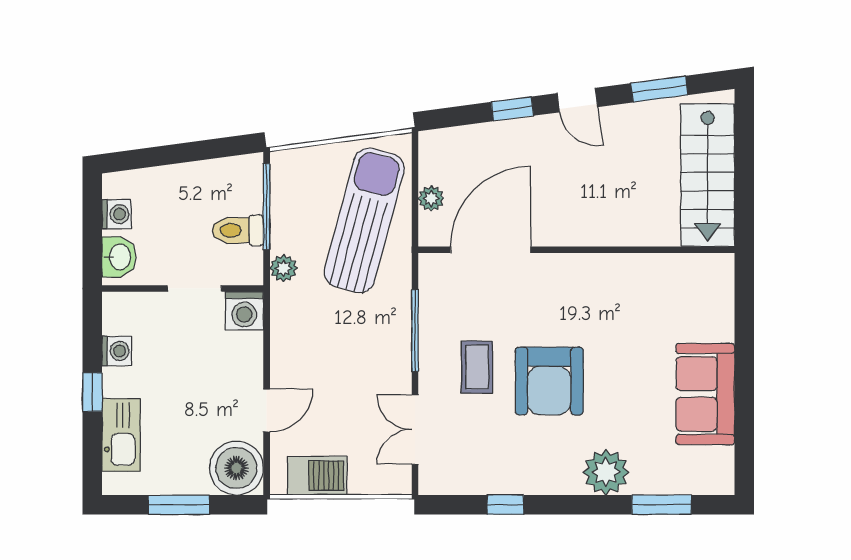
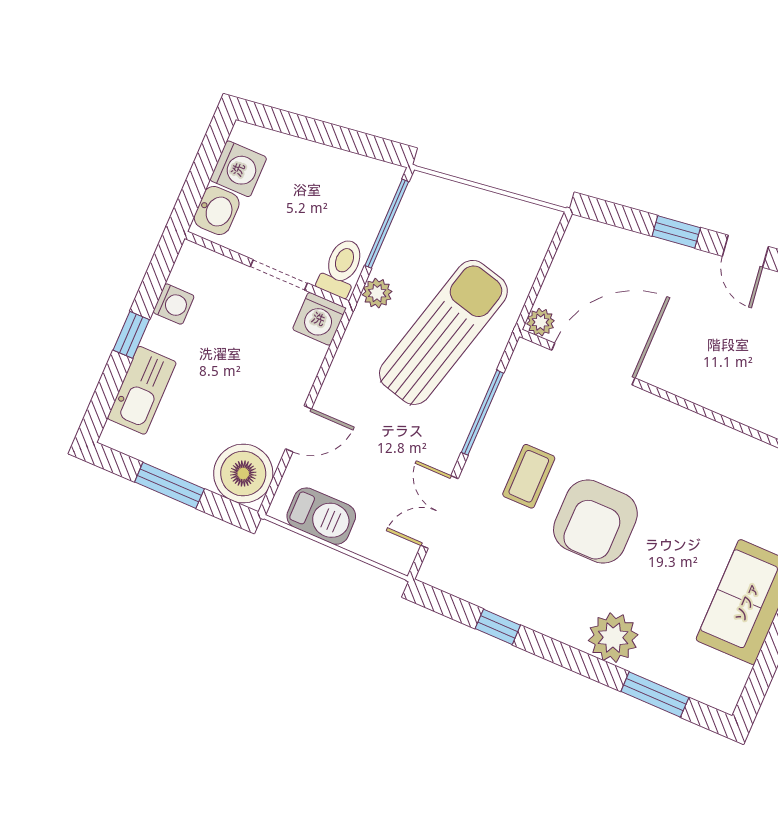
plant: (431, 198) -> (540, 322), moved
washing machine: (117, 214) -> (238, 169), width x1.38, depth x1.38
sun lounger: (364, 220) -> (443, 332), moved
toilet: (238, 230) -> (341, 267), moved, turned 90

